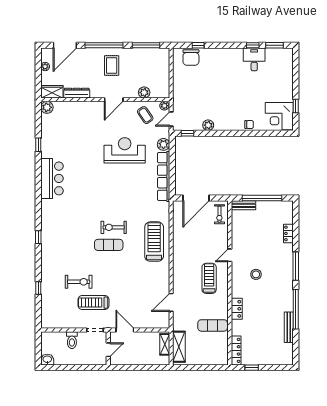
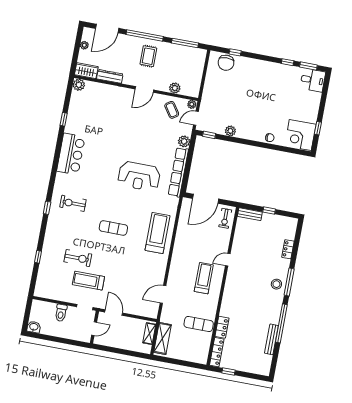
desk: (254, 59) -> (313, 80), moved, turned 90
reception desk: (125, 150) -> (139, 176), moved, turned 180
window: (262, 198) -> (269, 211), width x0.32
exercise bike: (114, 227) -> (73, 203), moved
stool: (256, 274) -> (276, 284), moved
locker: (237, 309) -> (222, 327), moved

